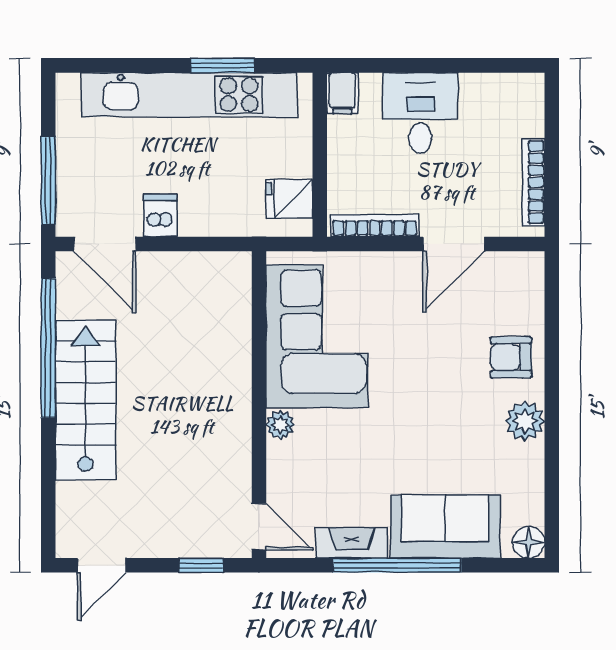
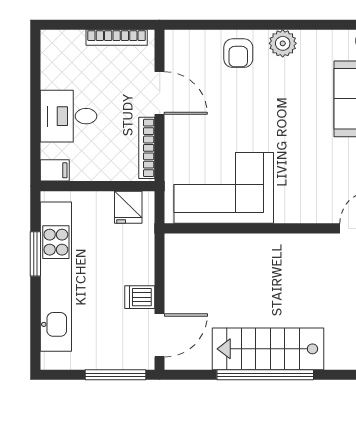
window: (48, 348) -> (265, 375), moved
plant: (280, 425) -> (285, 213), removed

